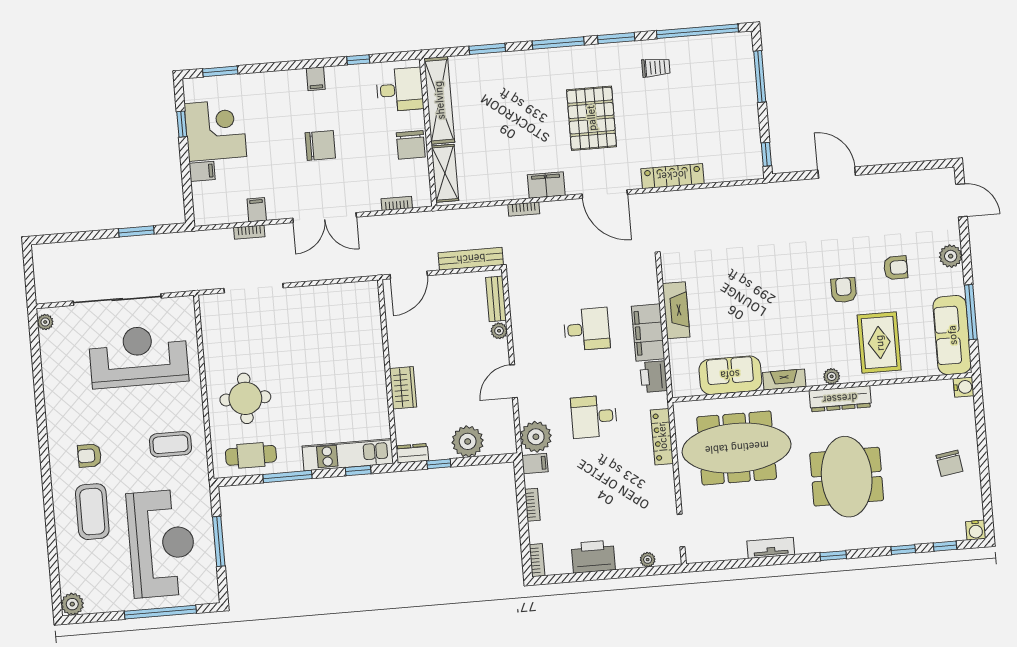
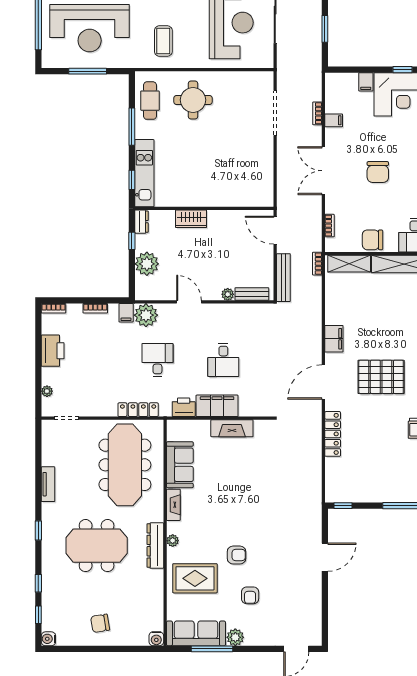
bookcase: (524, 209) -> (317, 264), moved
plant: (951, 256) -> (235, 637), moved

